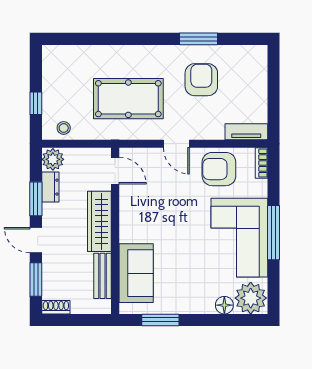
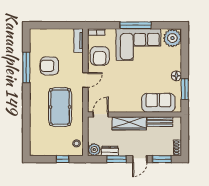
window: (198, 39) -> (26, 67), width x1.44
floor lamp: (224, 305) -> (176, 76), moved

